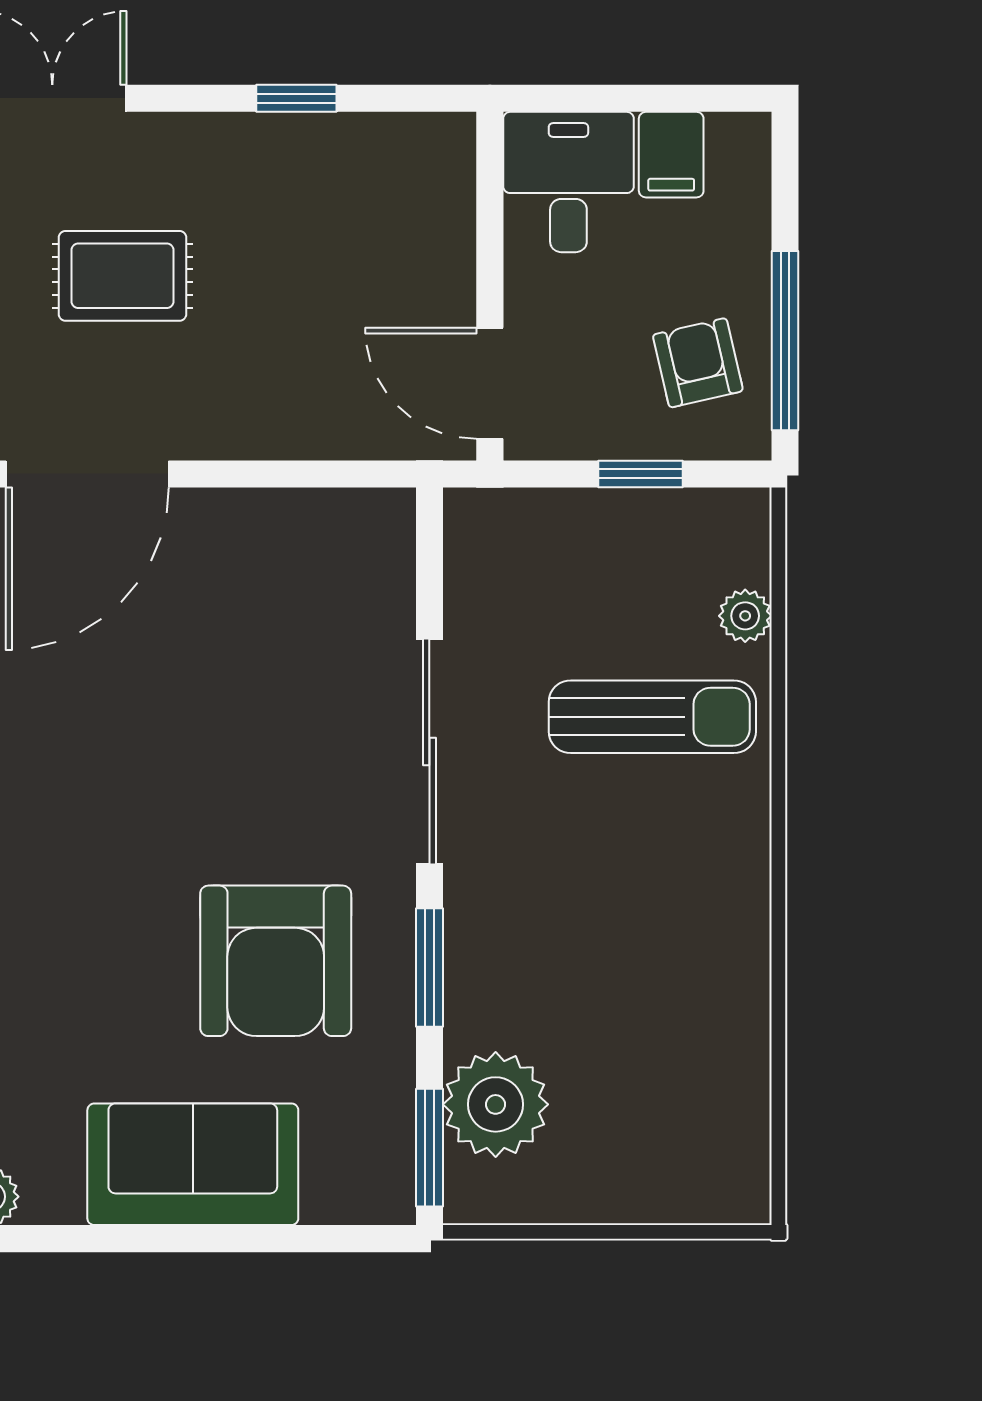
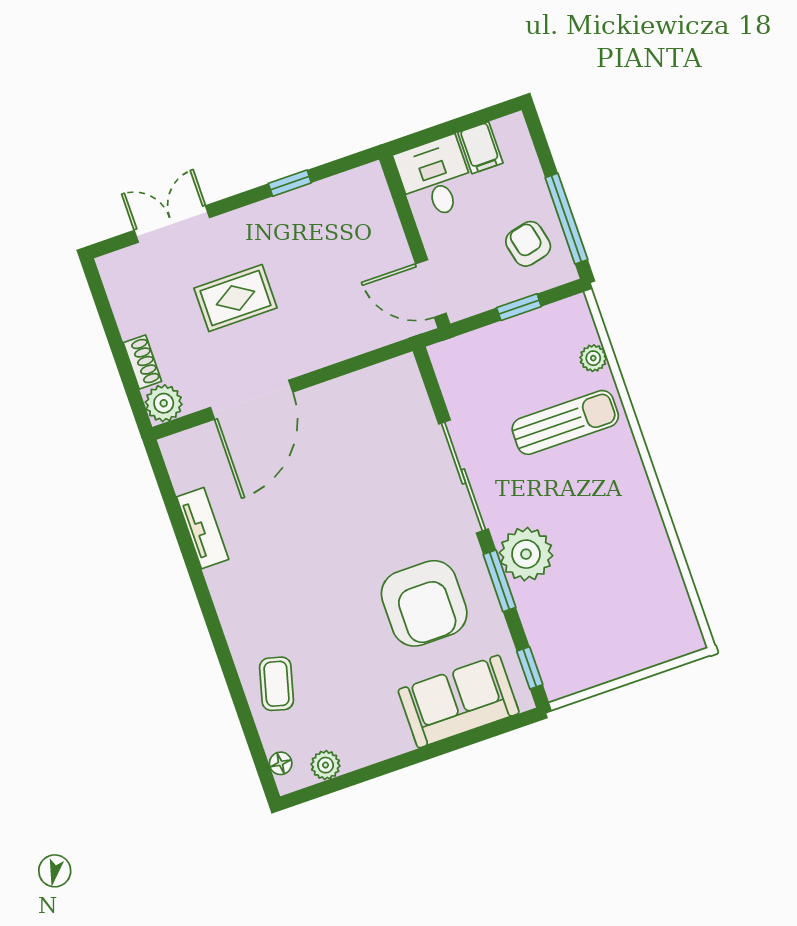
plant: (496, 1104) -> (526, 554), moved
window: (429, 1148) -> (530, 668), width x0.67
sofa: (193, 1164) -> (459, 702), moved

